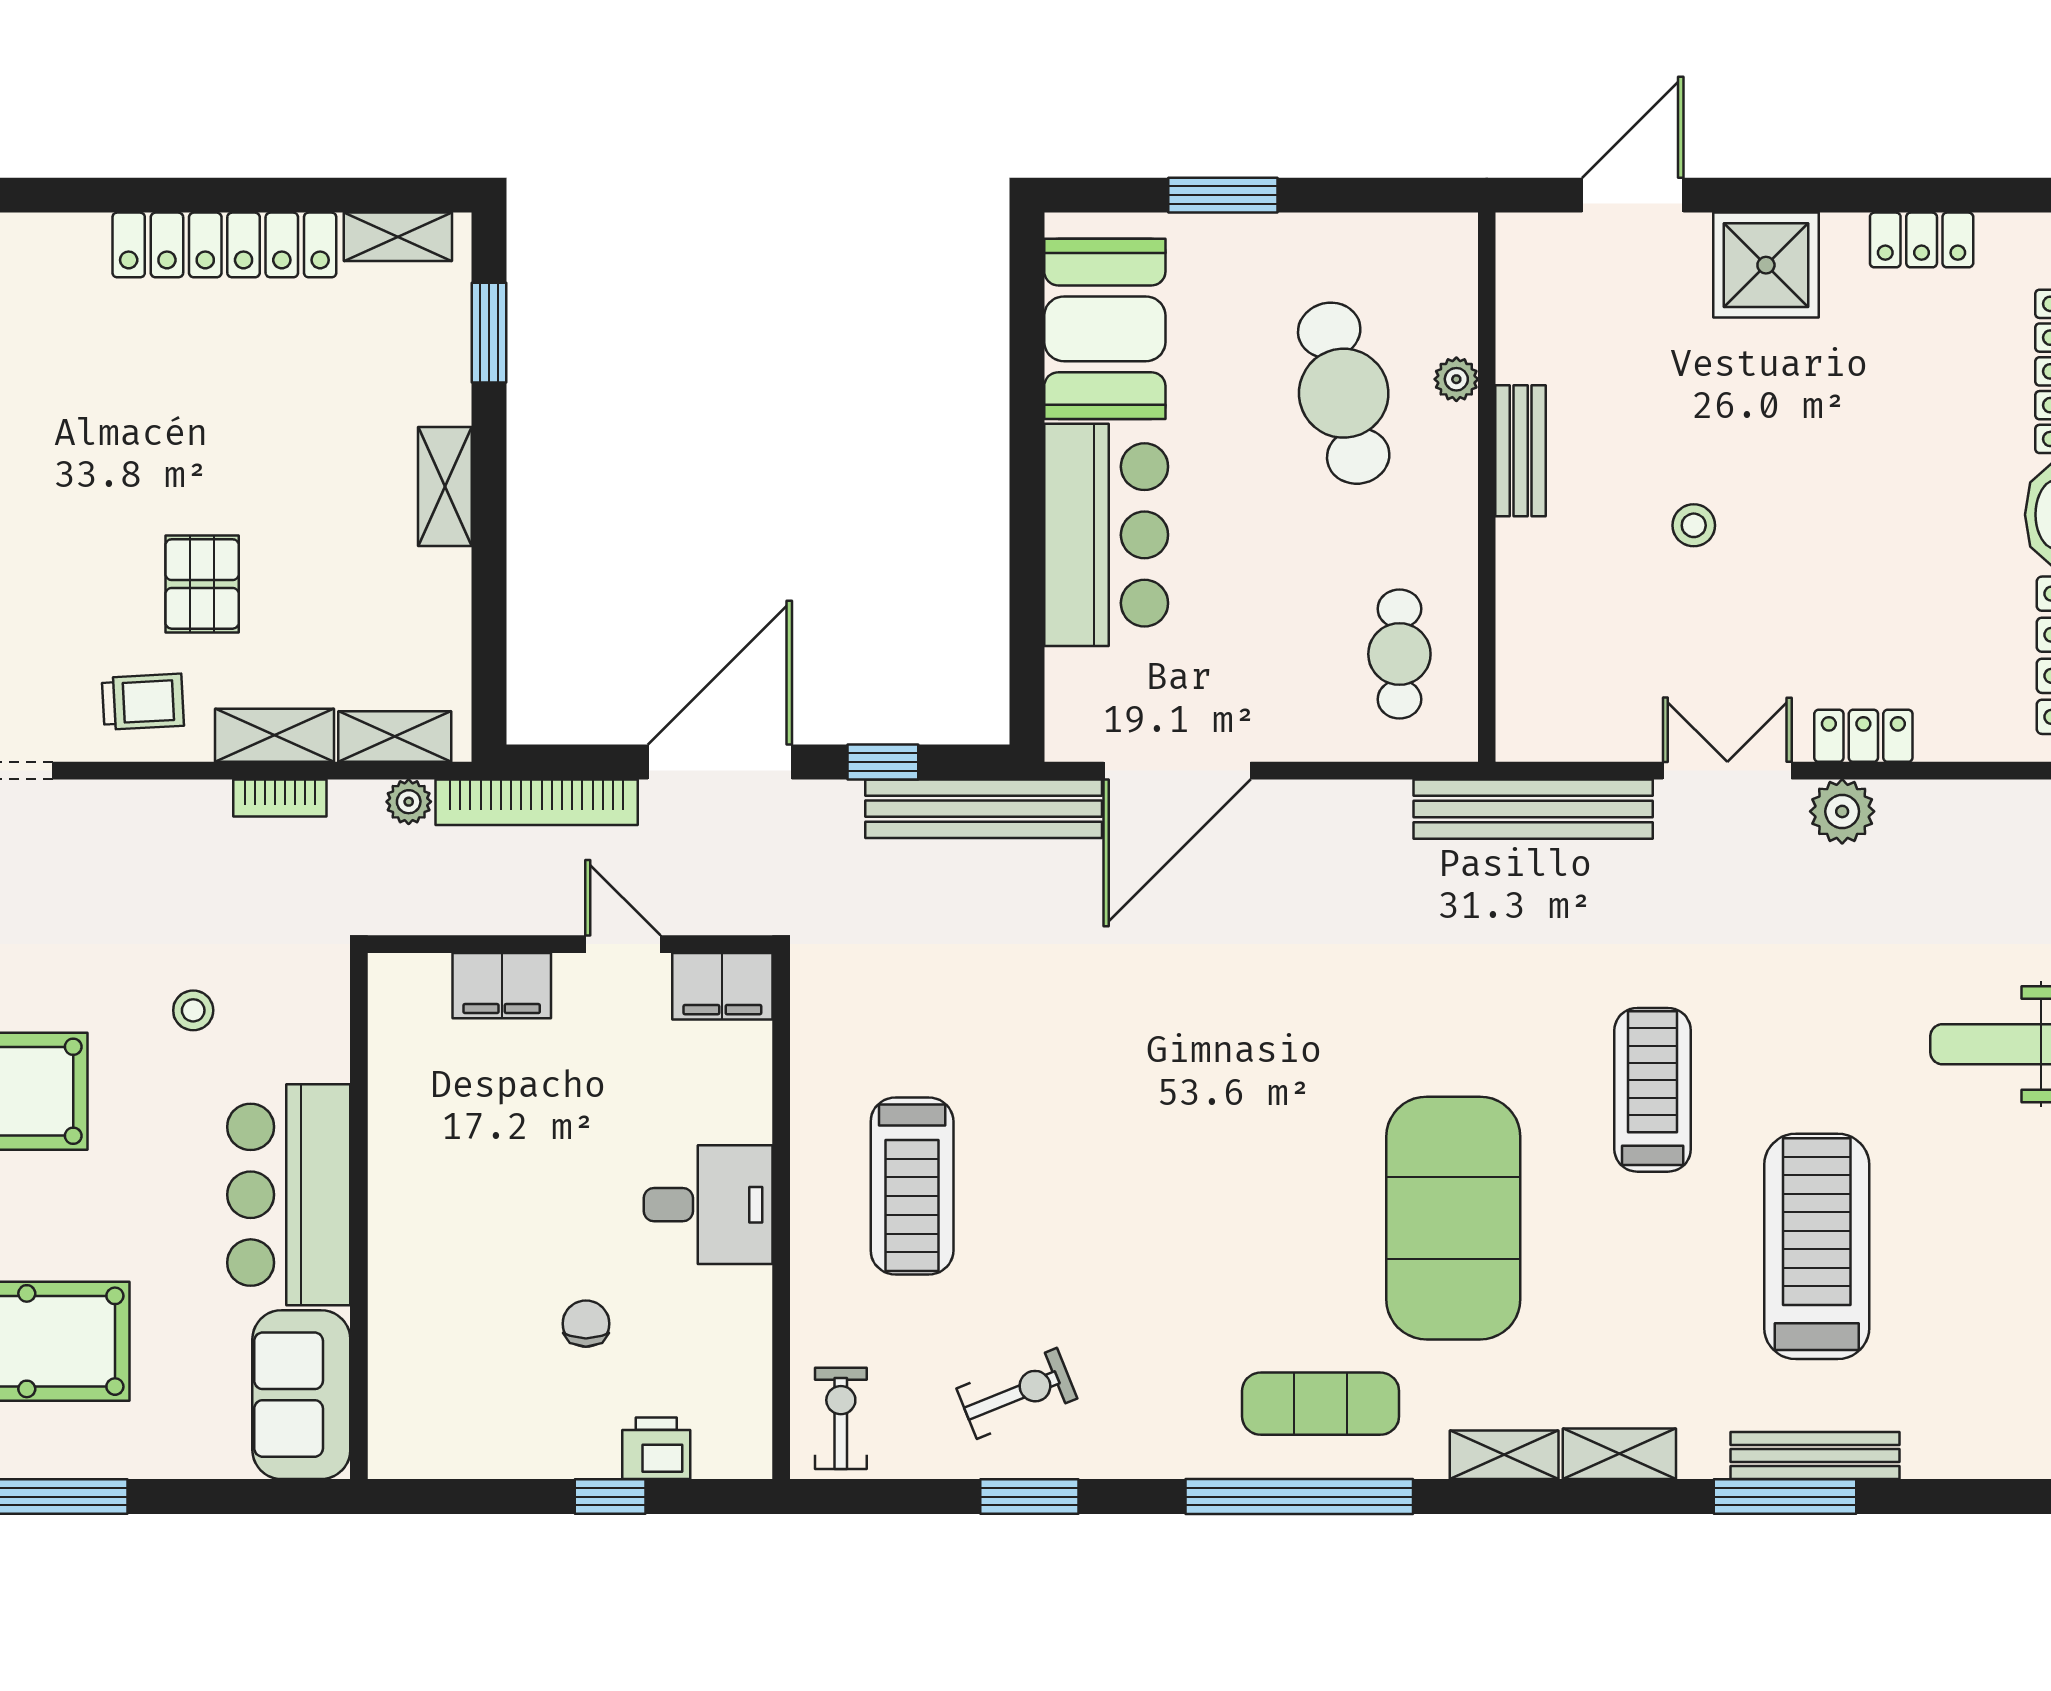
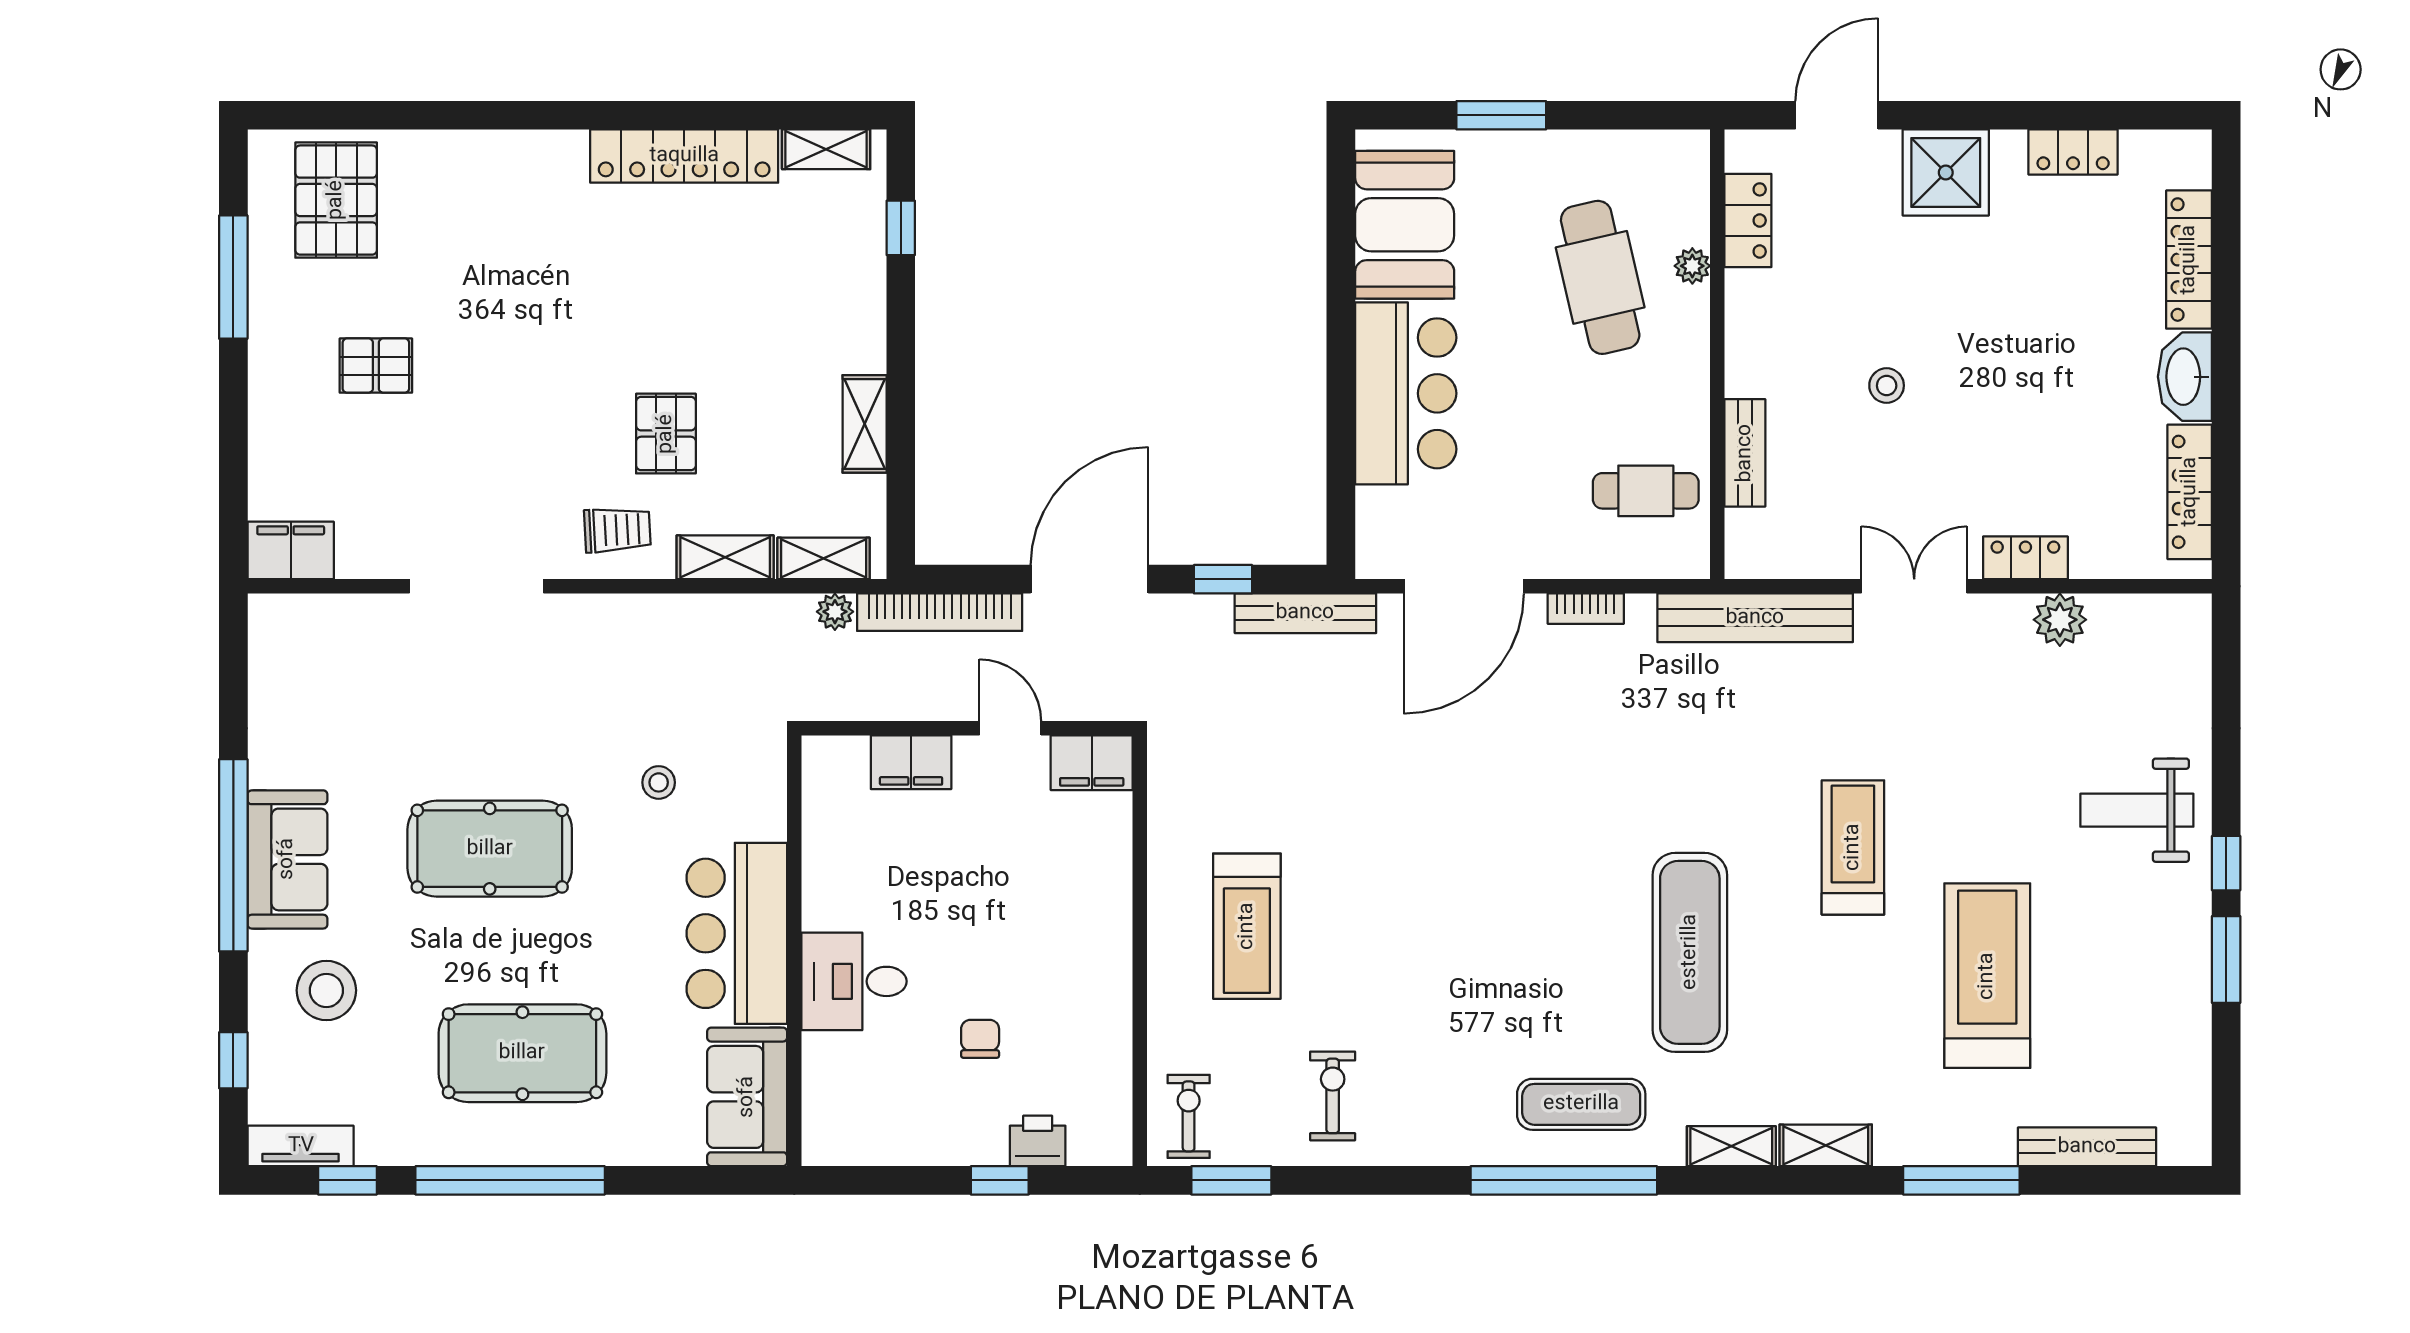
locker: (1524, 324) -> (1748, 220), added
window: (489, 333) -> (901, 228), width x0.67
bench: (1521, 451) -> (1745, 453), moved
shelving: (445, 486) -> (865, 424), moved
cafe table: (1399, 654) -> (1646, 491), turned 90
bookcase: (280, 798) -> (1586, 609), moved
bench: (984, 809) -> (1305, 613), width x0.73, depth x0.82
plant: (1842, 811) -> (2060, 620), moved
desk: (708, 1205) -> (854, 981), moved, turned 180
exercise mat: (1453, 1218) -> (1690, 952), width x0.68
exercise bike: (1017, 1393) -> (1333, 1096), turned -68
bench: (1815, 1456) -> (2087, 1147), moved
window: (1029, 1497) -> (1231, 1180), moved

